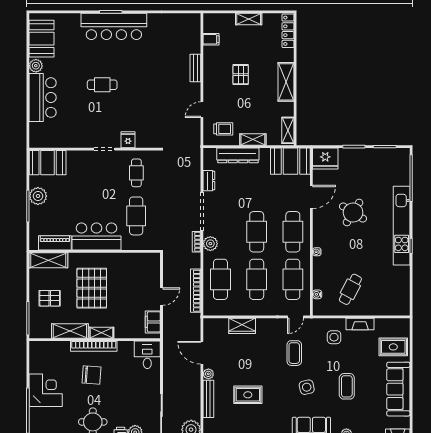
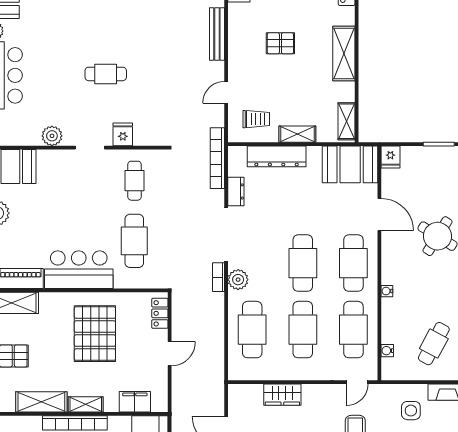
bench: (195, 68) -> (217, 34), width x1.36
pallet: (241, 75) -> (280, 43), turned 90
cafe table: (102, 85) -> (106, 74), moved
plant: (77, 141) -> (52, 136), added
fridge: (325, 159) -> (390, 157), width x0.53, depth x0.75
door: (311, 197) -> (379, 214), hinge flipped
locker: (154, 268) -> (160, 313), added
pallet: (92, 288) -> (95, 334), moved
bookcase: (196, 291) -> (217, 158), moved
filing cabinet: (153, 322) -> (135, 402), moved, turned 90

